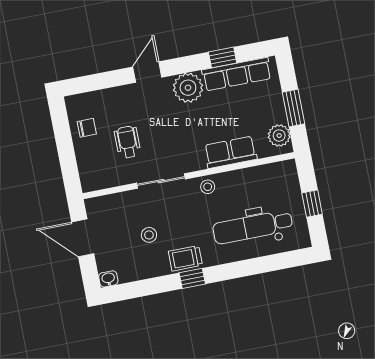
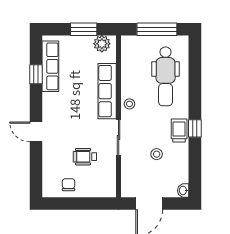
plant: (188, 88) -> (53, 104), removed
row of seats: (230, 152) -> (107, 91), width x1.48
window: (312, 204) -> (157, 29), width x2.17
trolley: (185, 258) -> (179, 131), turned 180

